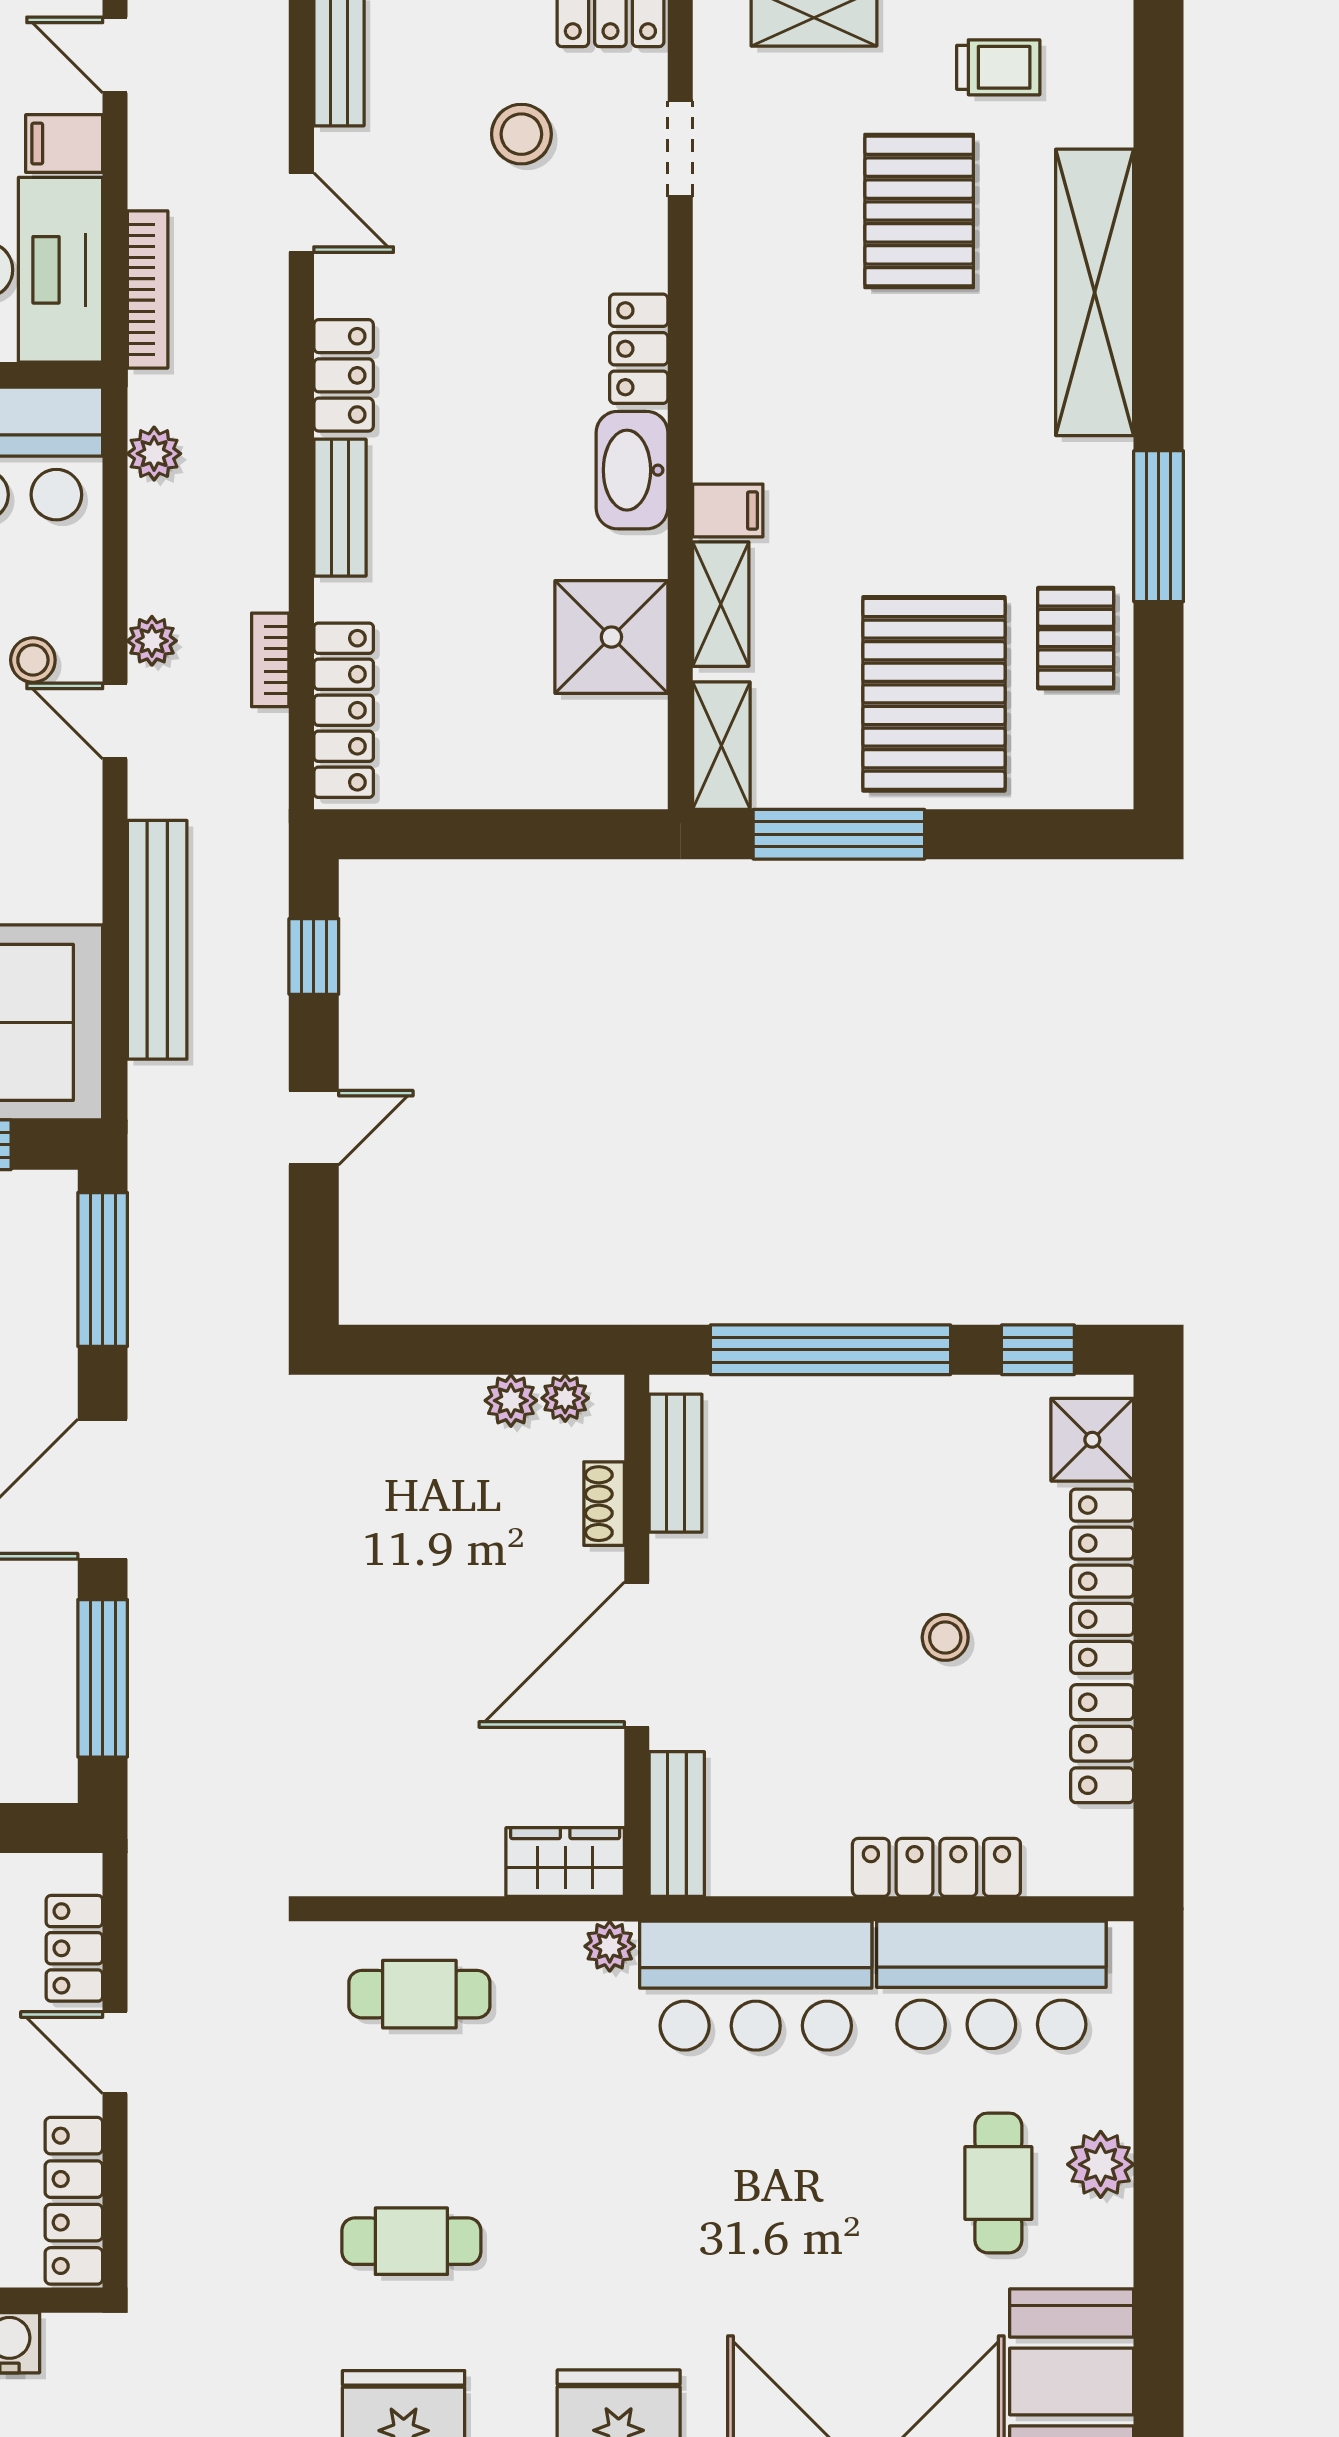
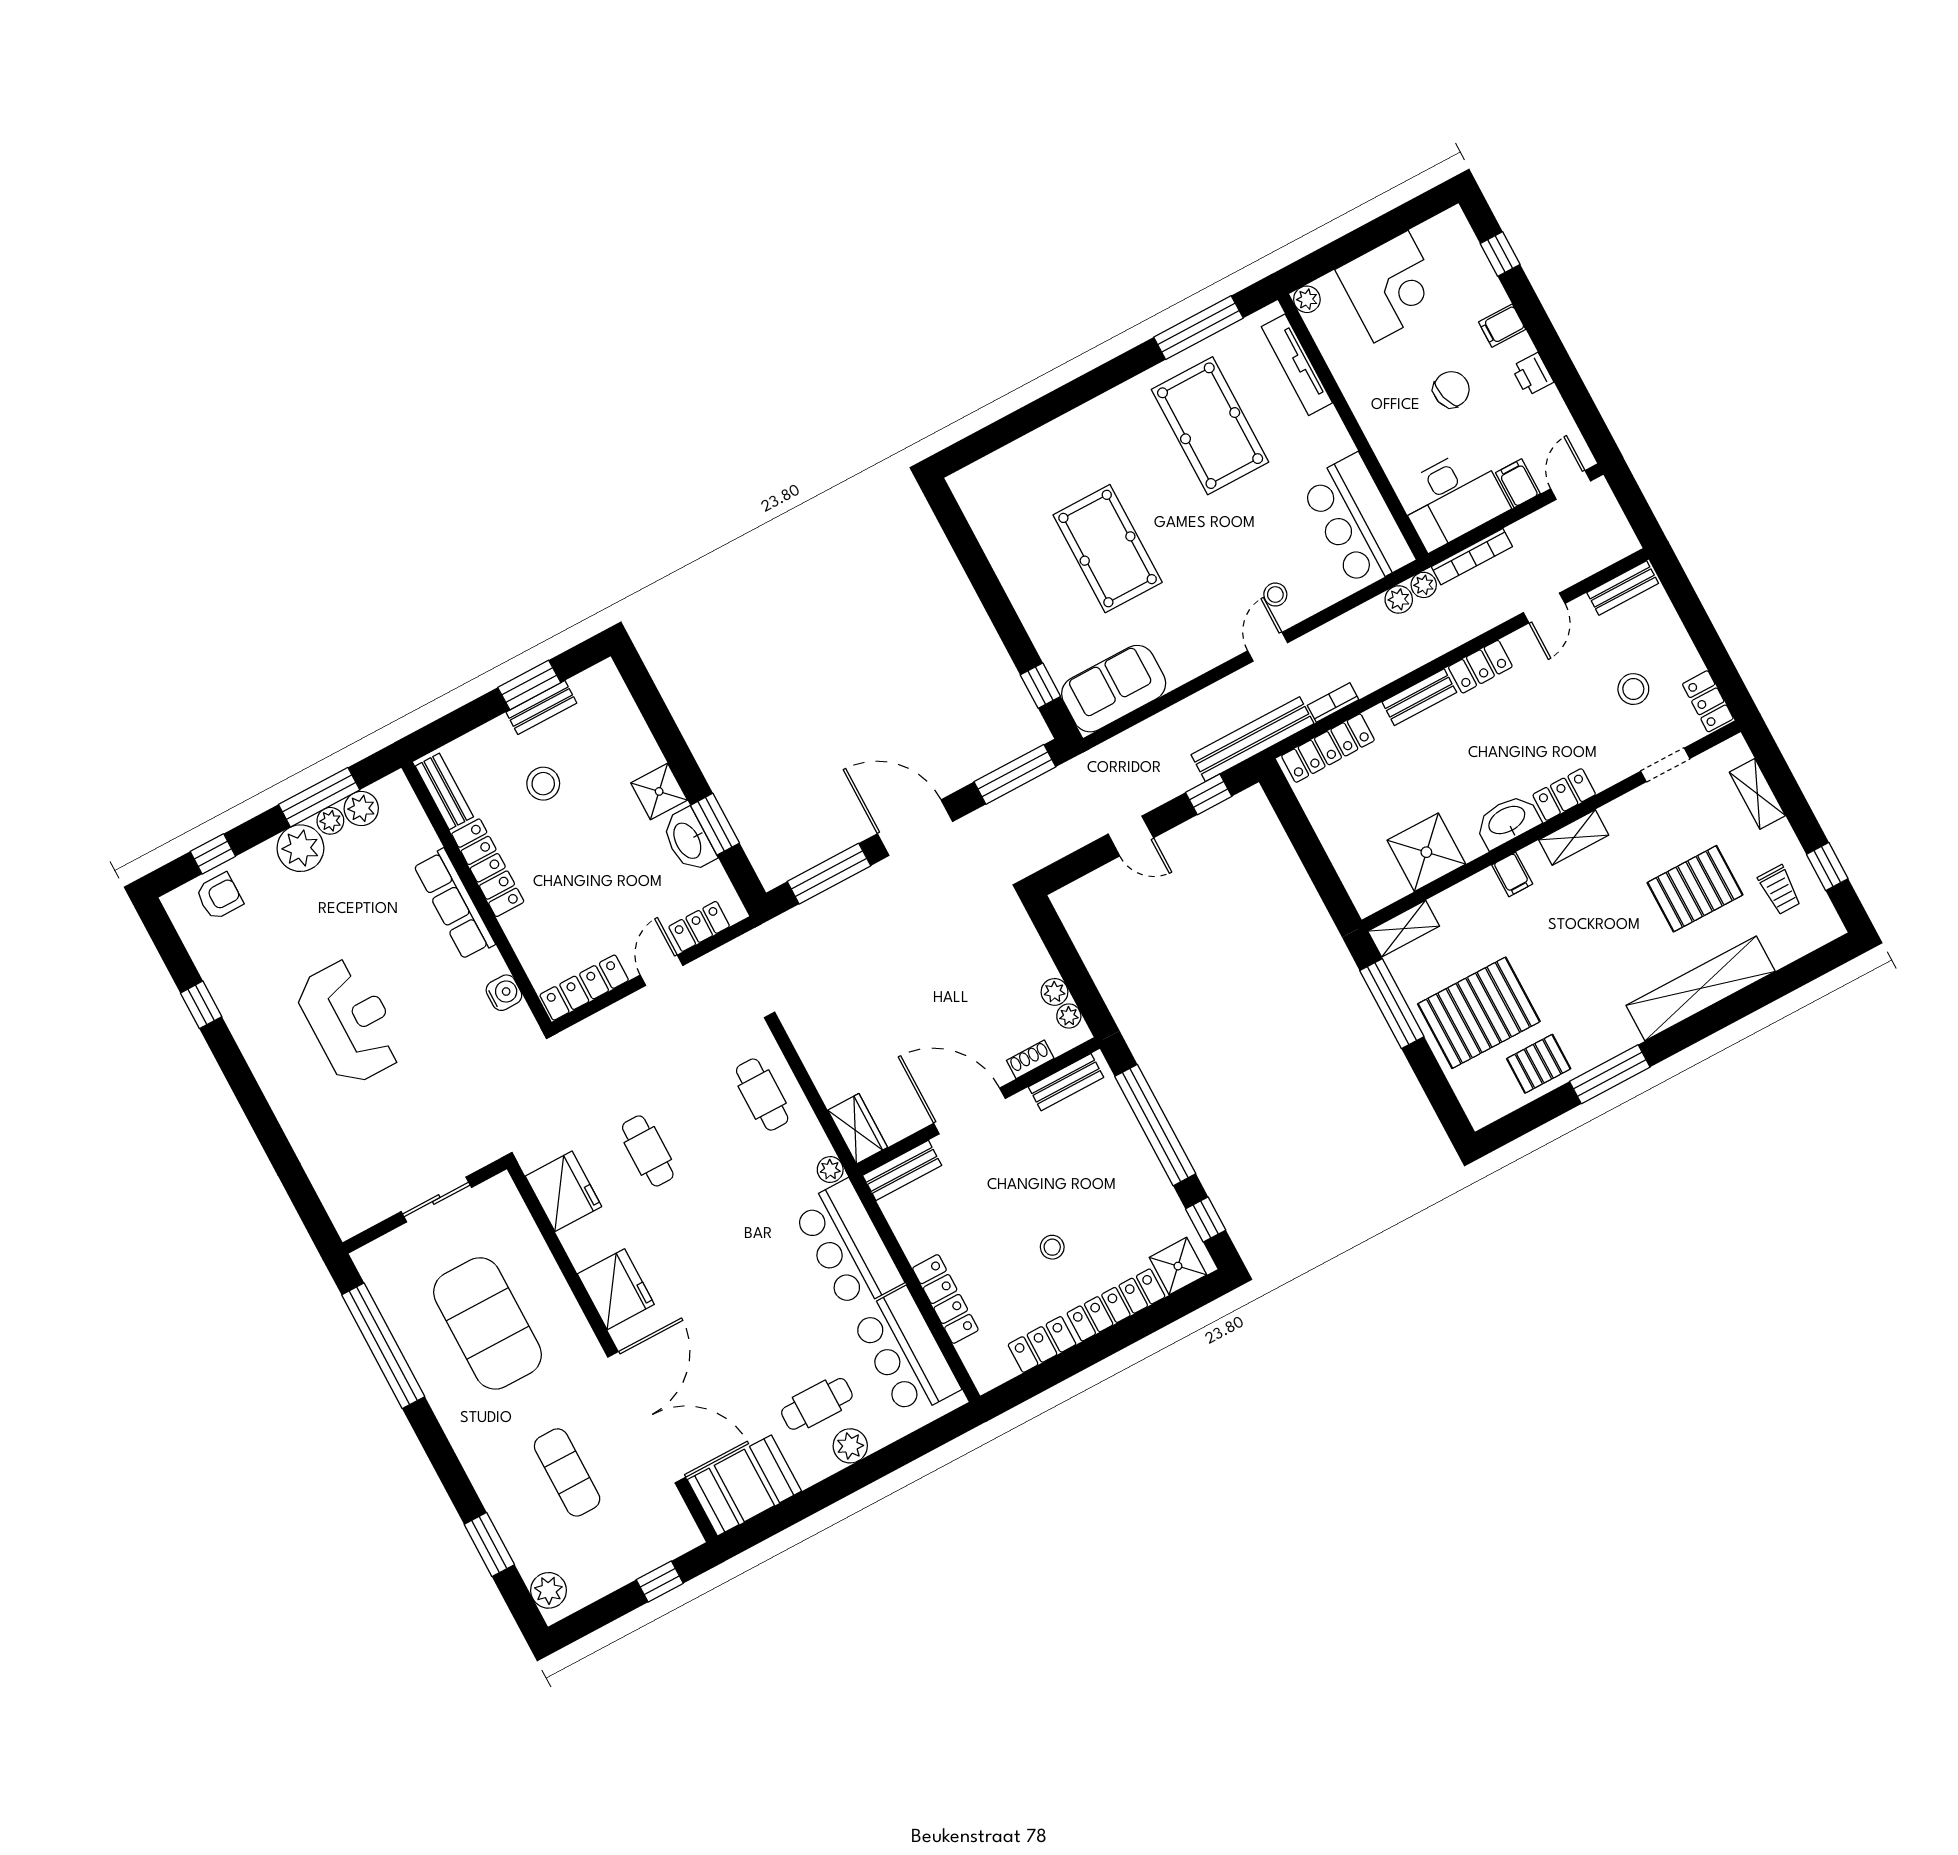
shelving: (721, 604) -> (1574, 837), moved
plant: (152, 641) -> (1424, 585), moved
bench: (157, 940) -> (1252, 739), moved

